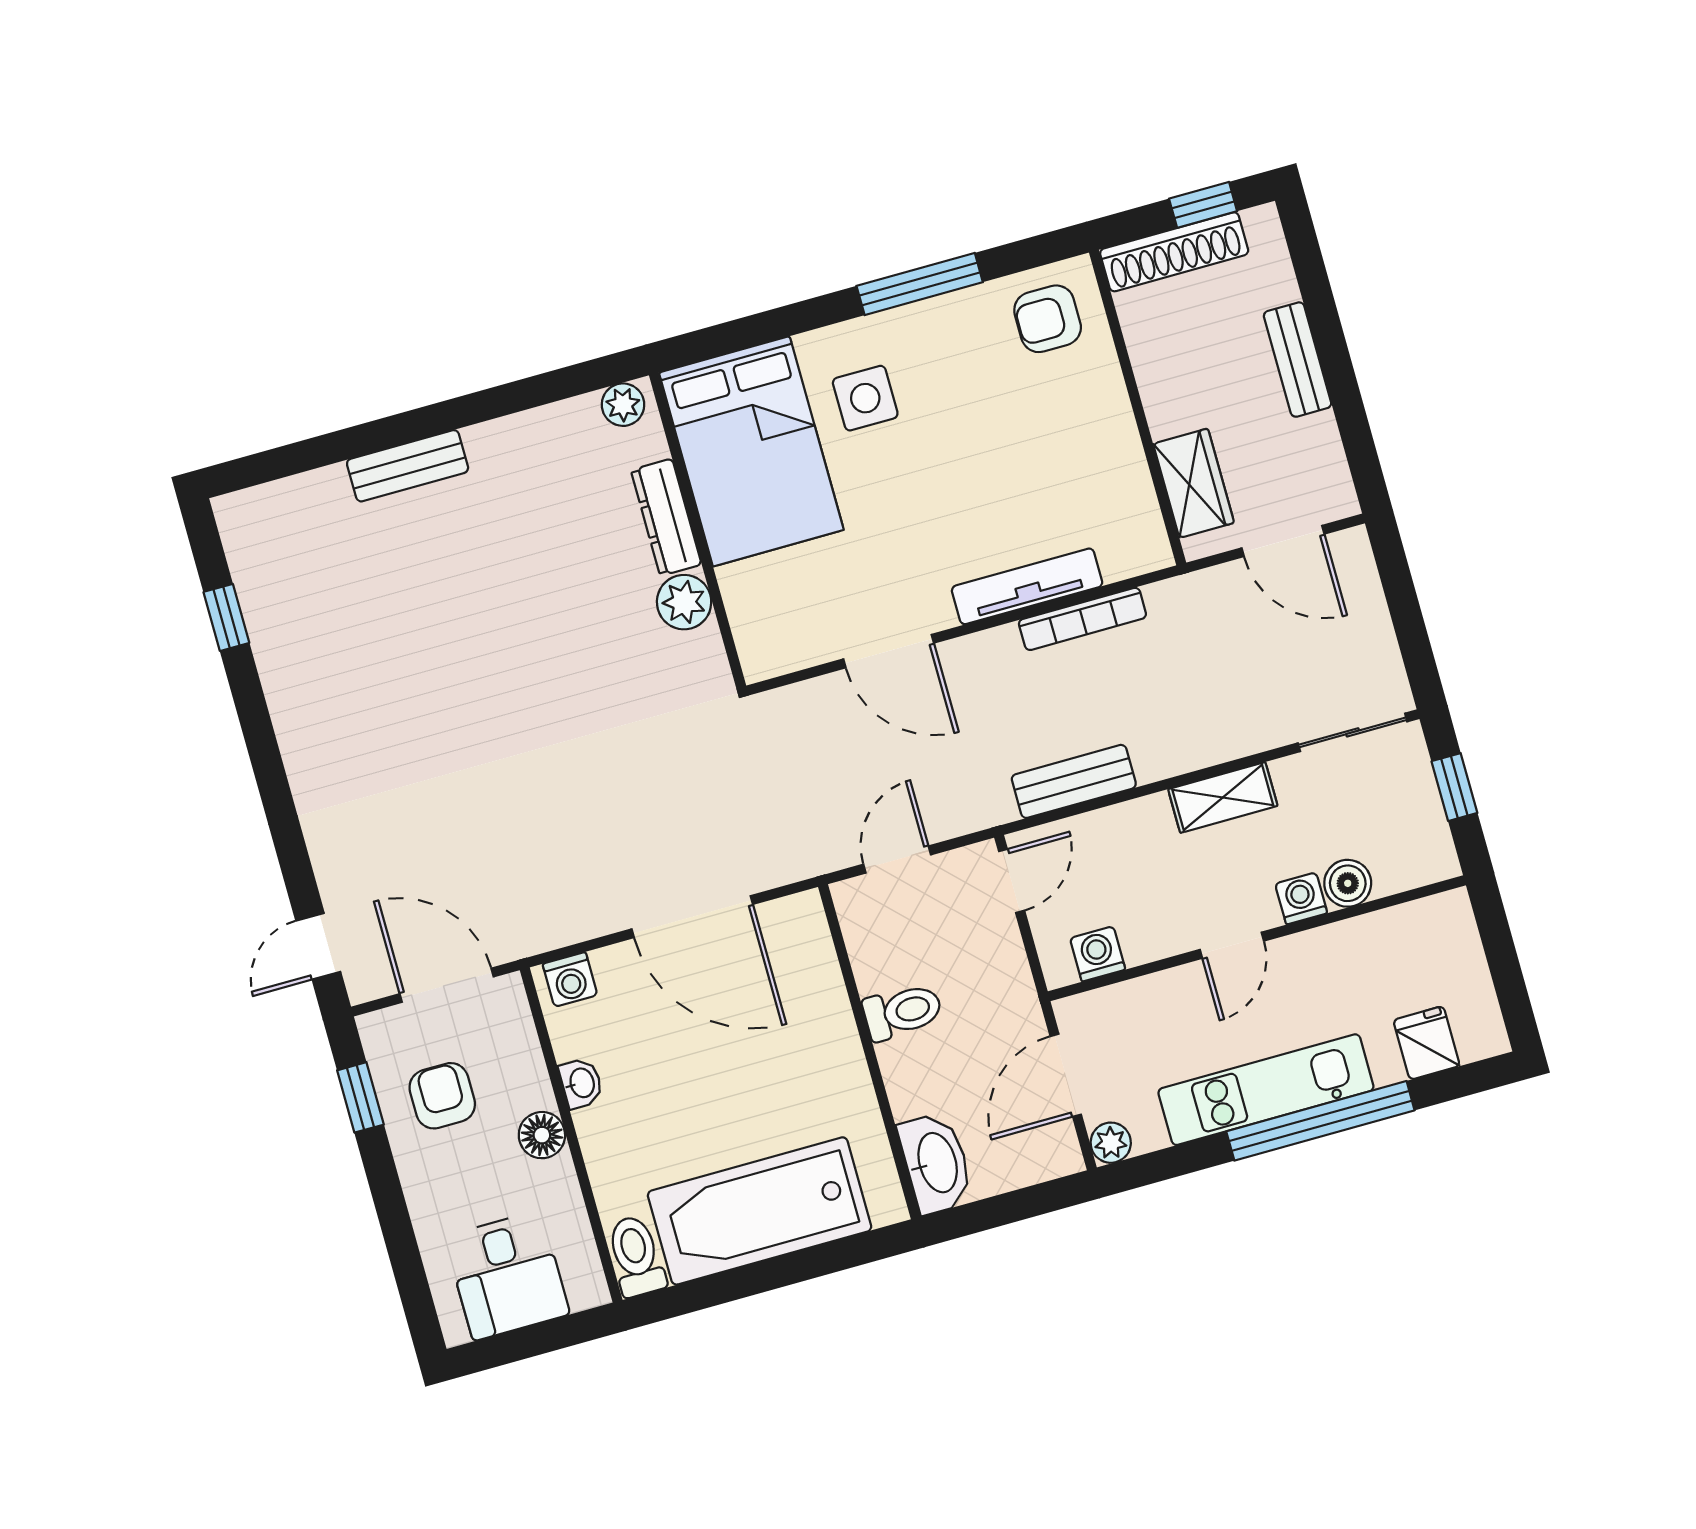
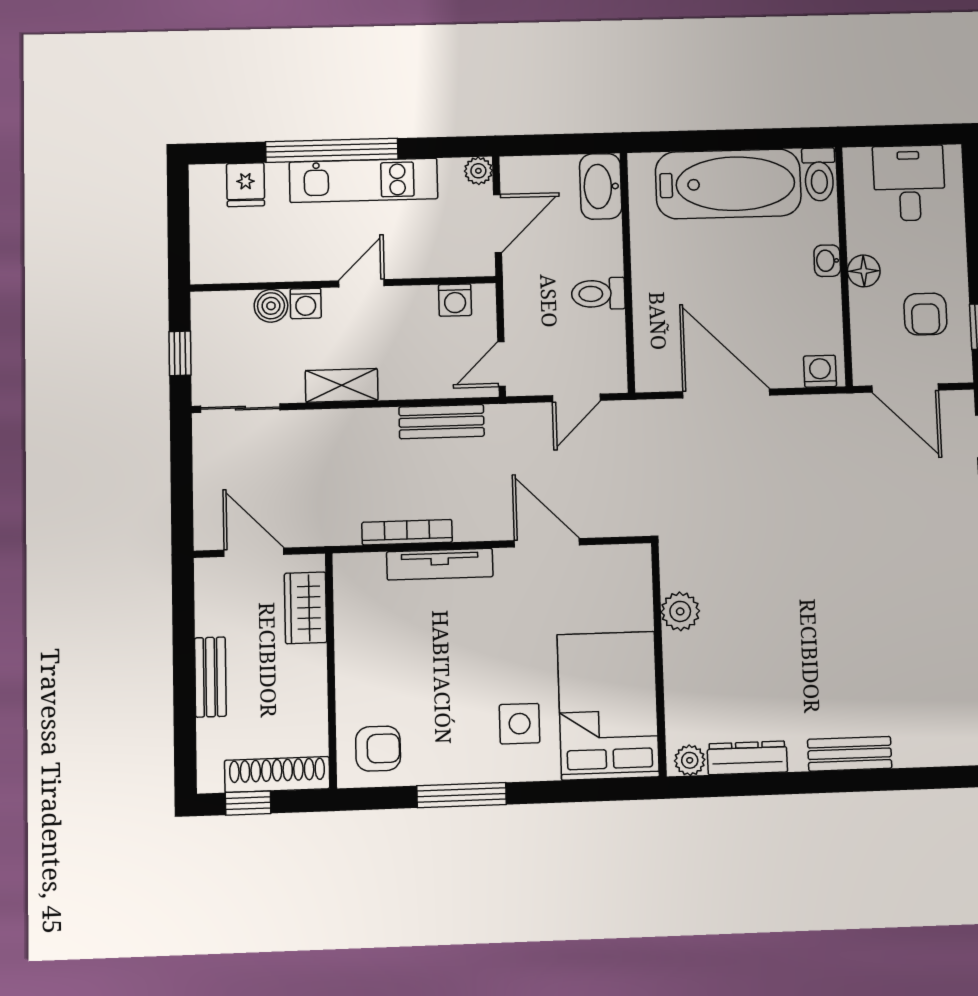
dresser: (666, 517) -> (747, 758), moved, turned -90
washbasin: (581, 1083) -> (827, 261), moved

